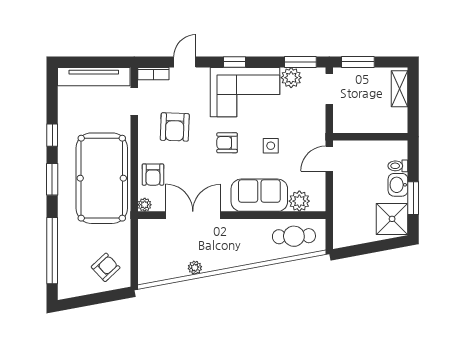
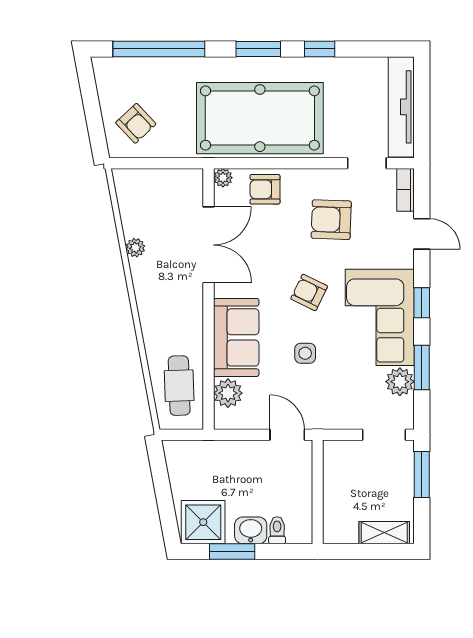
window: (300, 62) -> (422, 367), moved
armchair: (227, 143) -> (309, 292), turned -64

